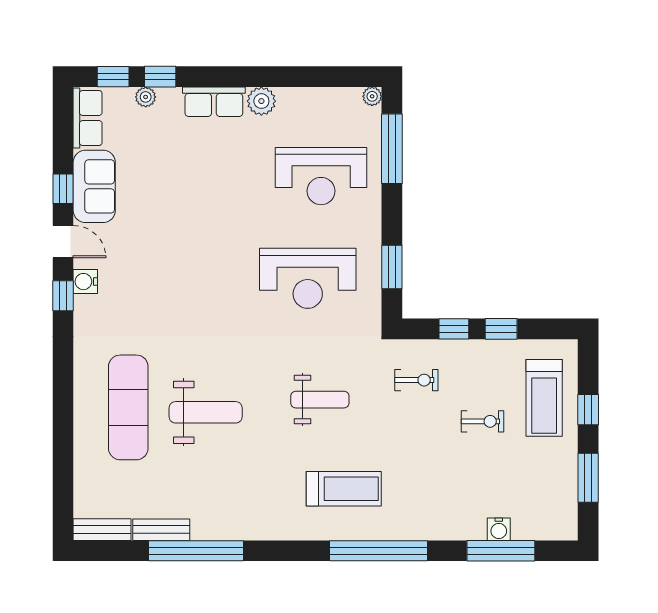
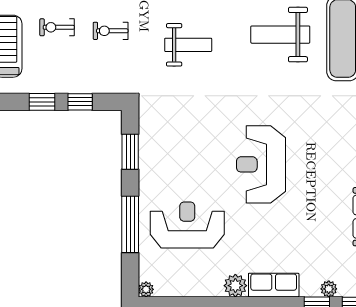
window: (392, 149) -> (130, 224), moved
reception desk: (308, 278) -> (261, 164), moved, turned -90
exercise bike: (416, 380) -> (111, 31), moved
weight bench: (320, 400) -> (188, 45), turned 180

